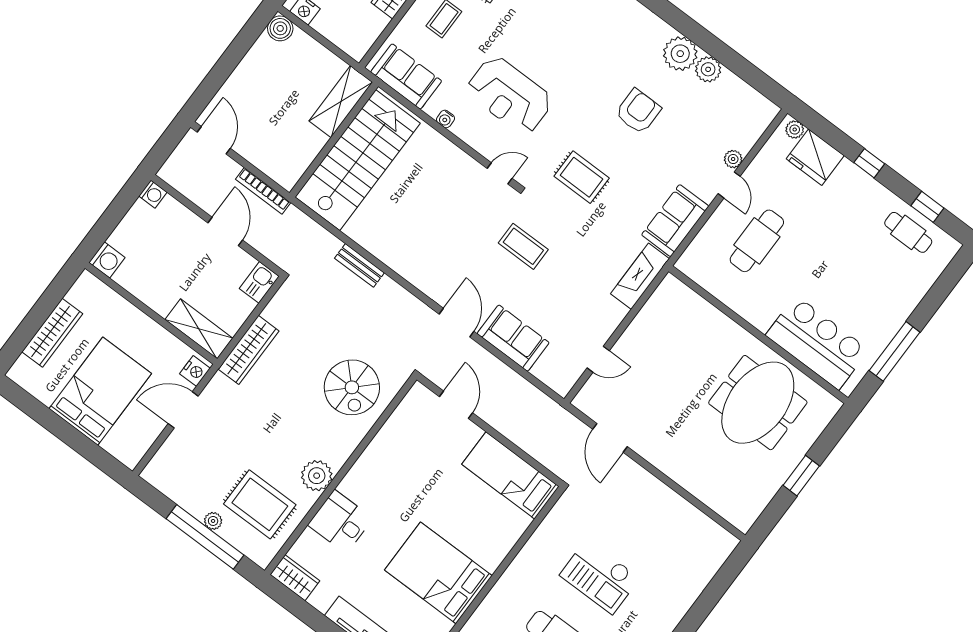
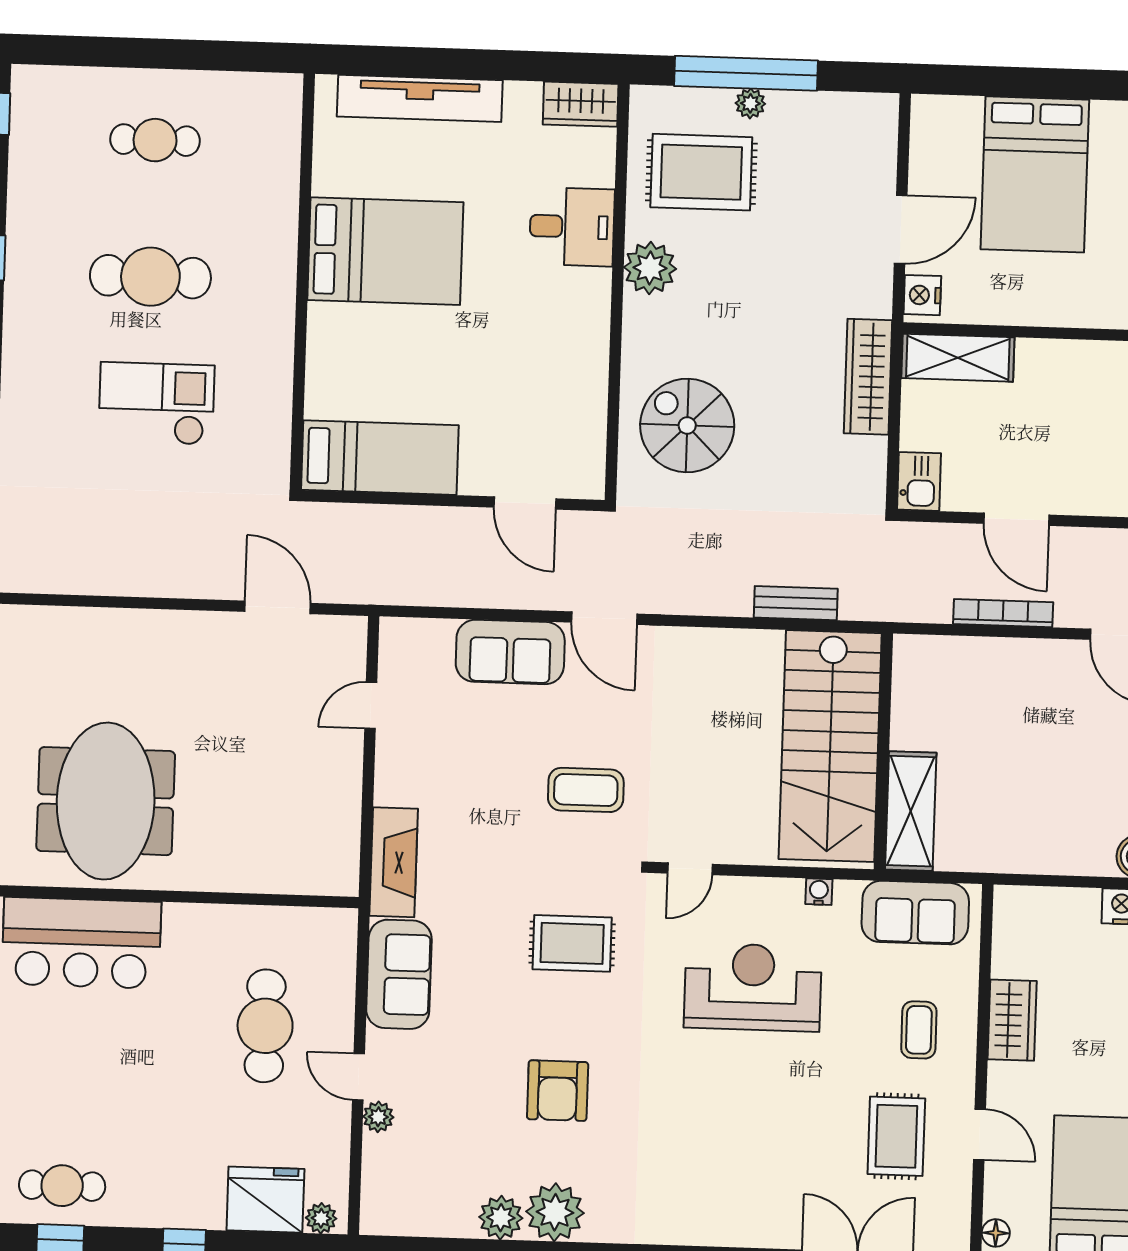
shelving: (341, 102) -> (911, 811), moved
wall: (334, 140) -> (883, 751), moved
stairs: (358, 160) -> (830, 746), moved

